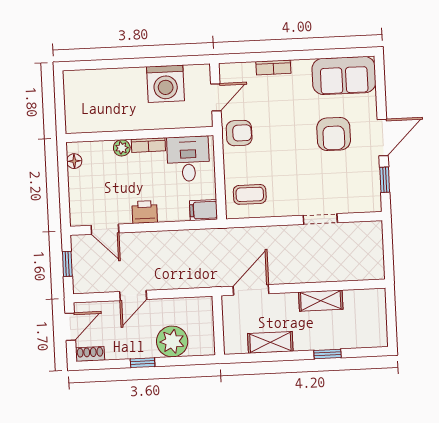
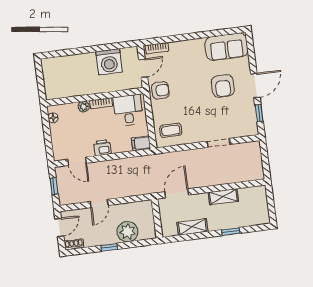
bookcase: (273, 67) -> (157, 48), moved

